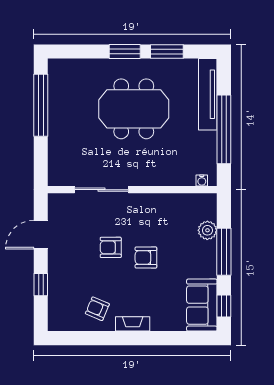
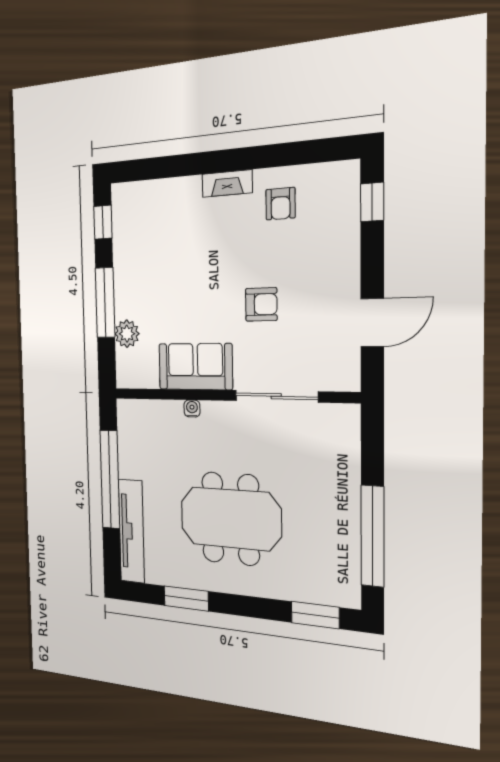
window: (125, 51) -> (315, 615), moved
water cooler: (202, 181) -> (192, 408), moved
armchair: (146, 258) -> (210, 290), removed
window: (41, 285) -> (372, 202), moved
sofa: (202, 305) -> (195, 367), moved, turned -90
armchair: (97, 309) -> (281, 204), turned 67

